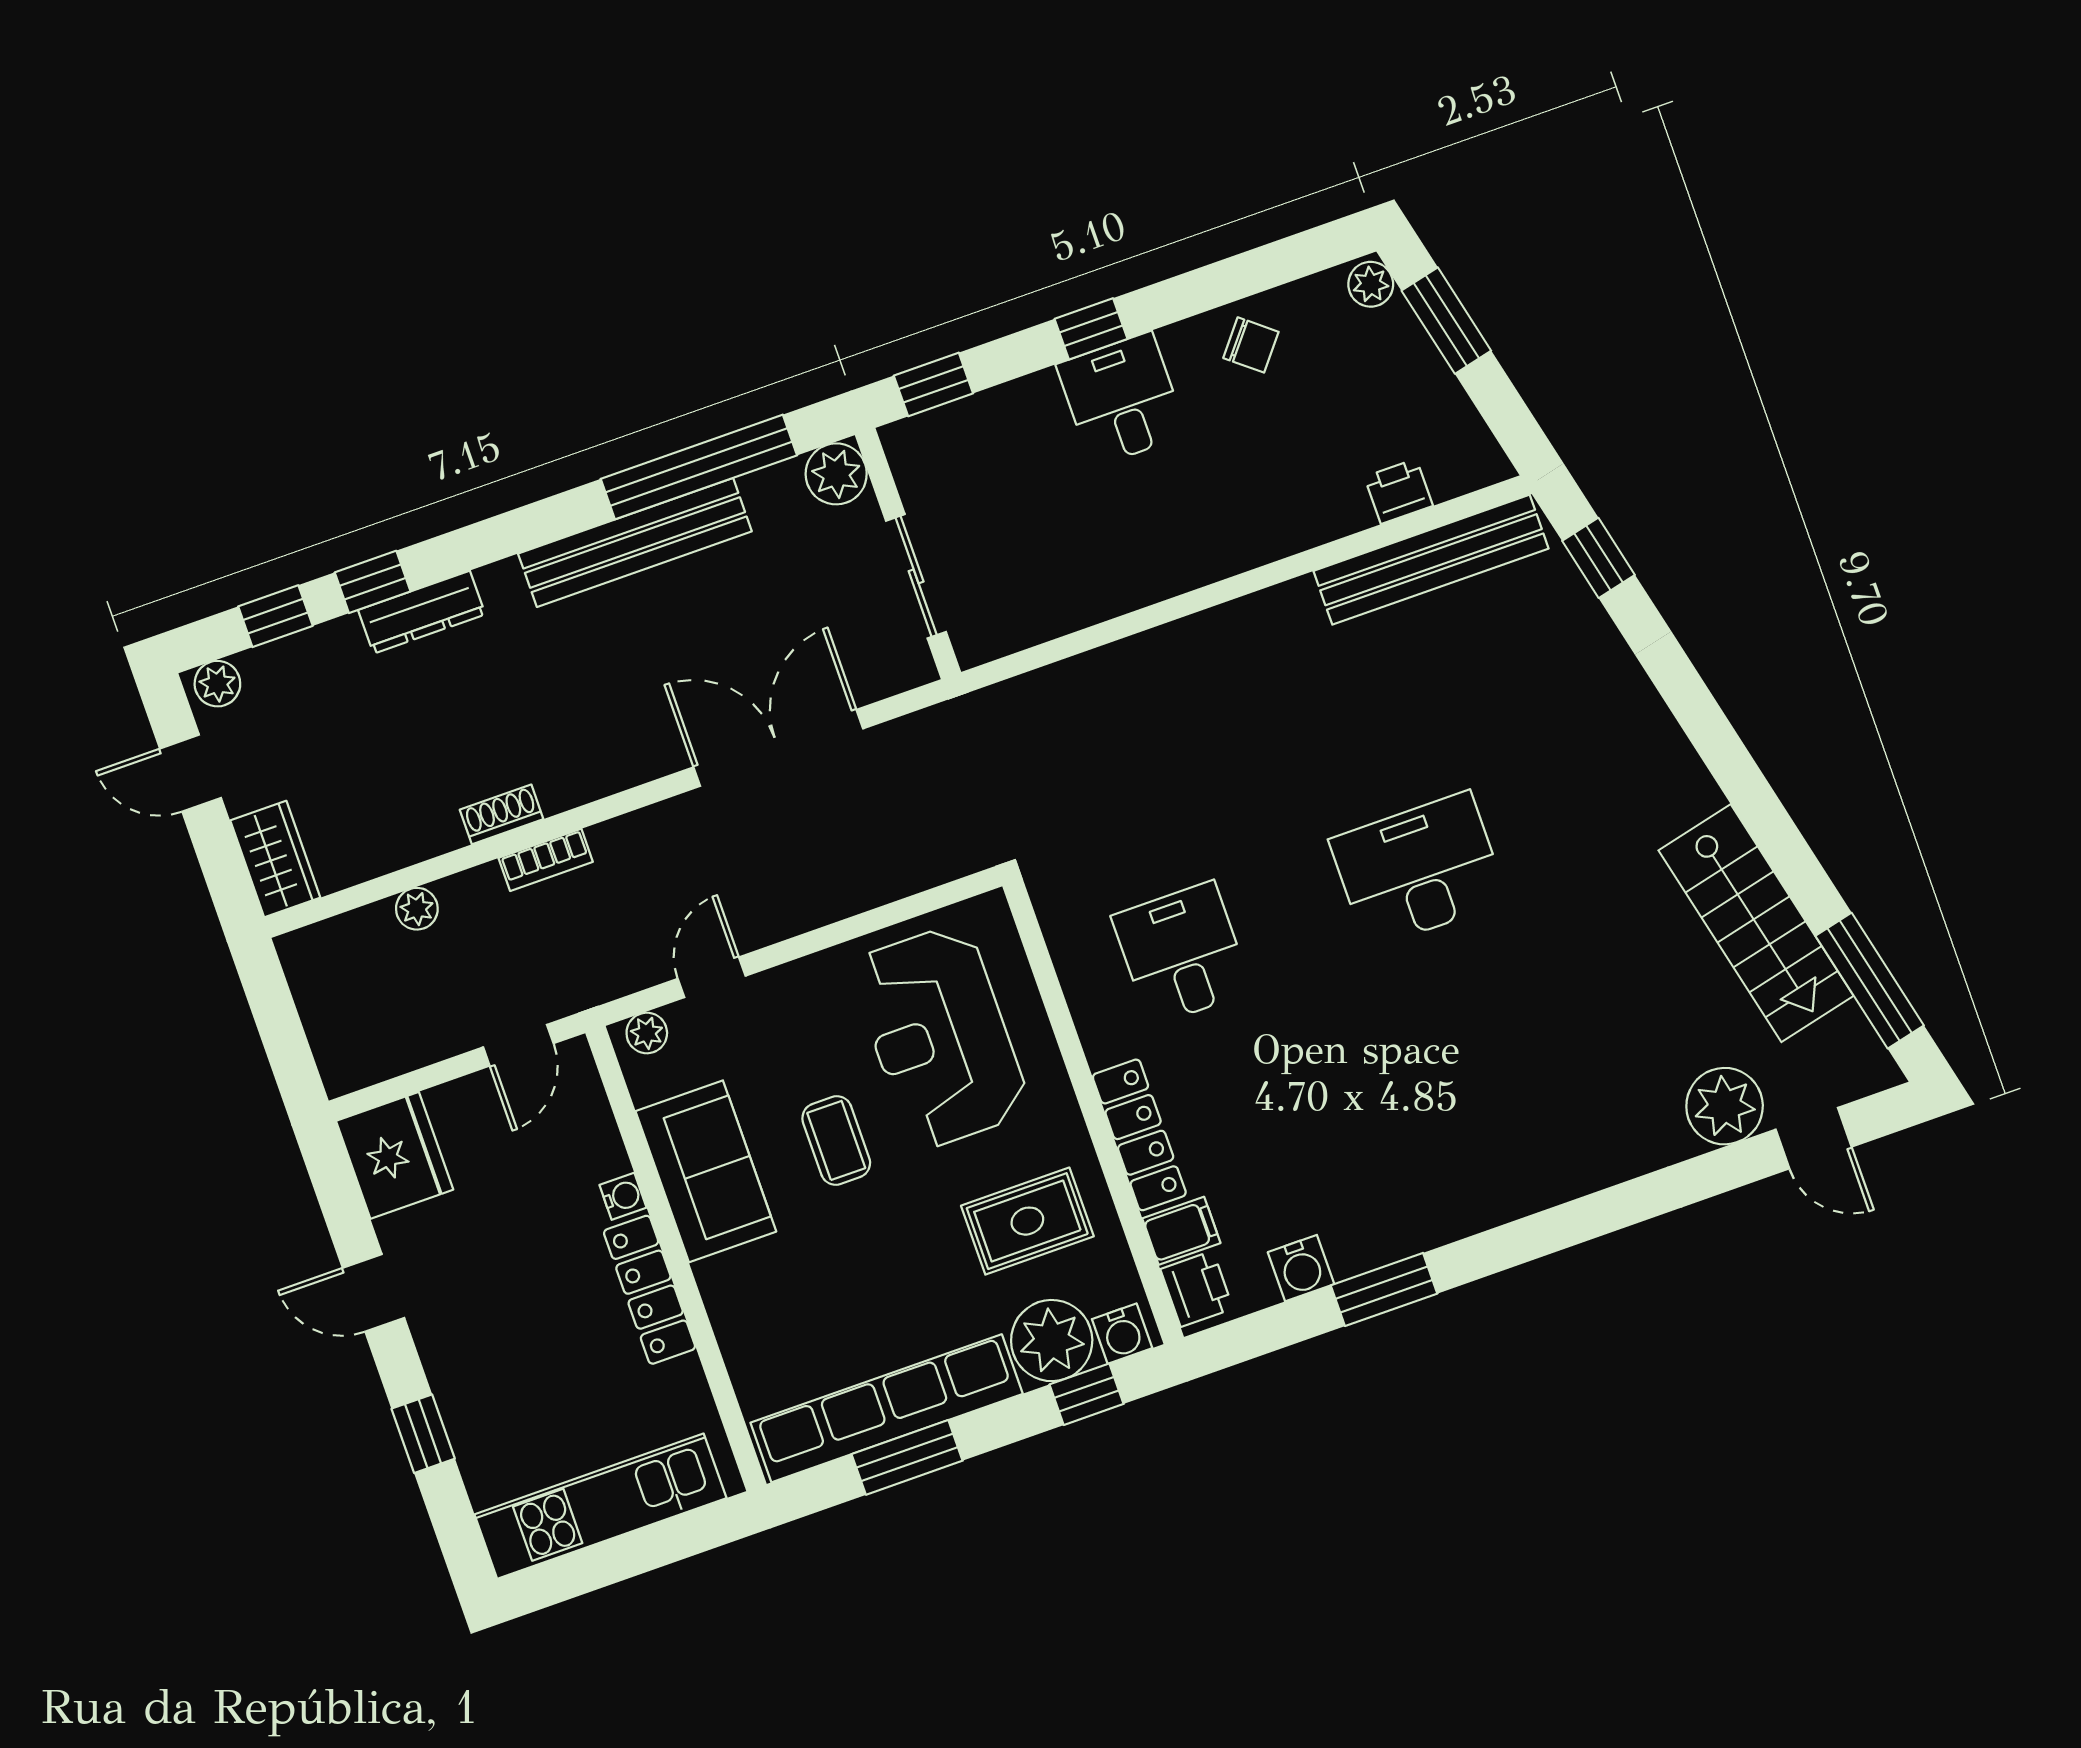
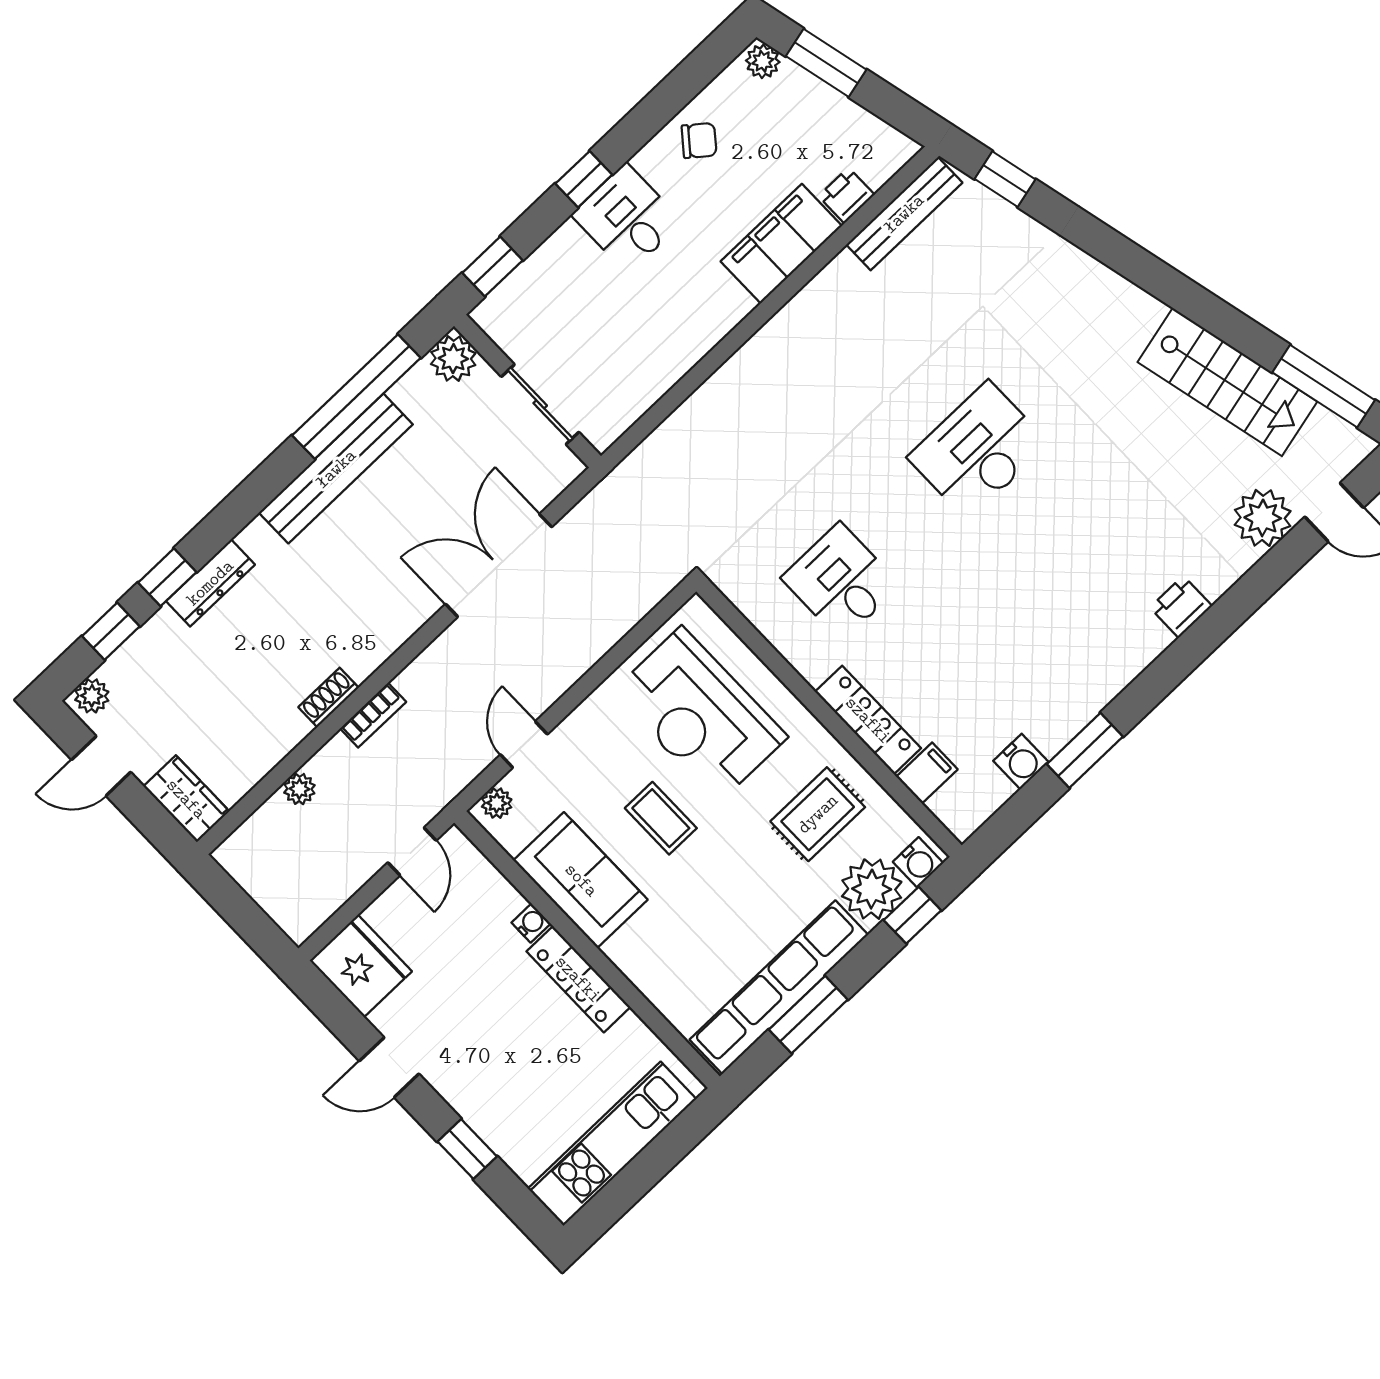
filing cabinet: (1294, 514) -> (781, 244), added
bench: (1431, 560) -> (904, 214), width x0.73, depth x0.82
printer: (1197, 1289) -> (1181, 607), moved, turned -90

